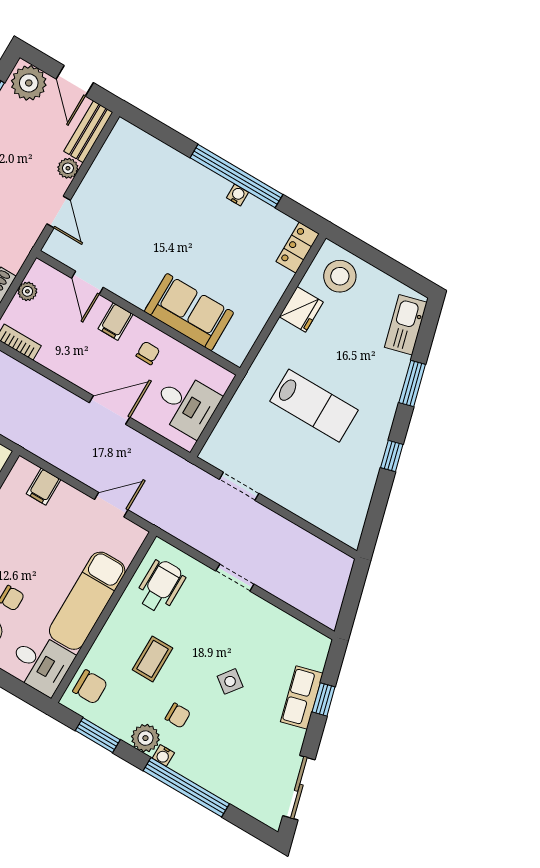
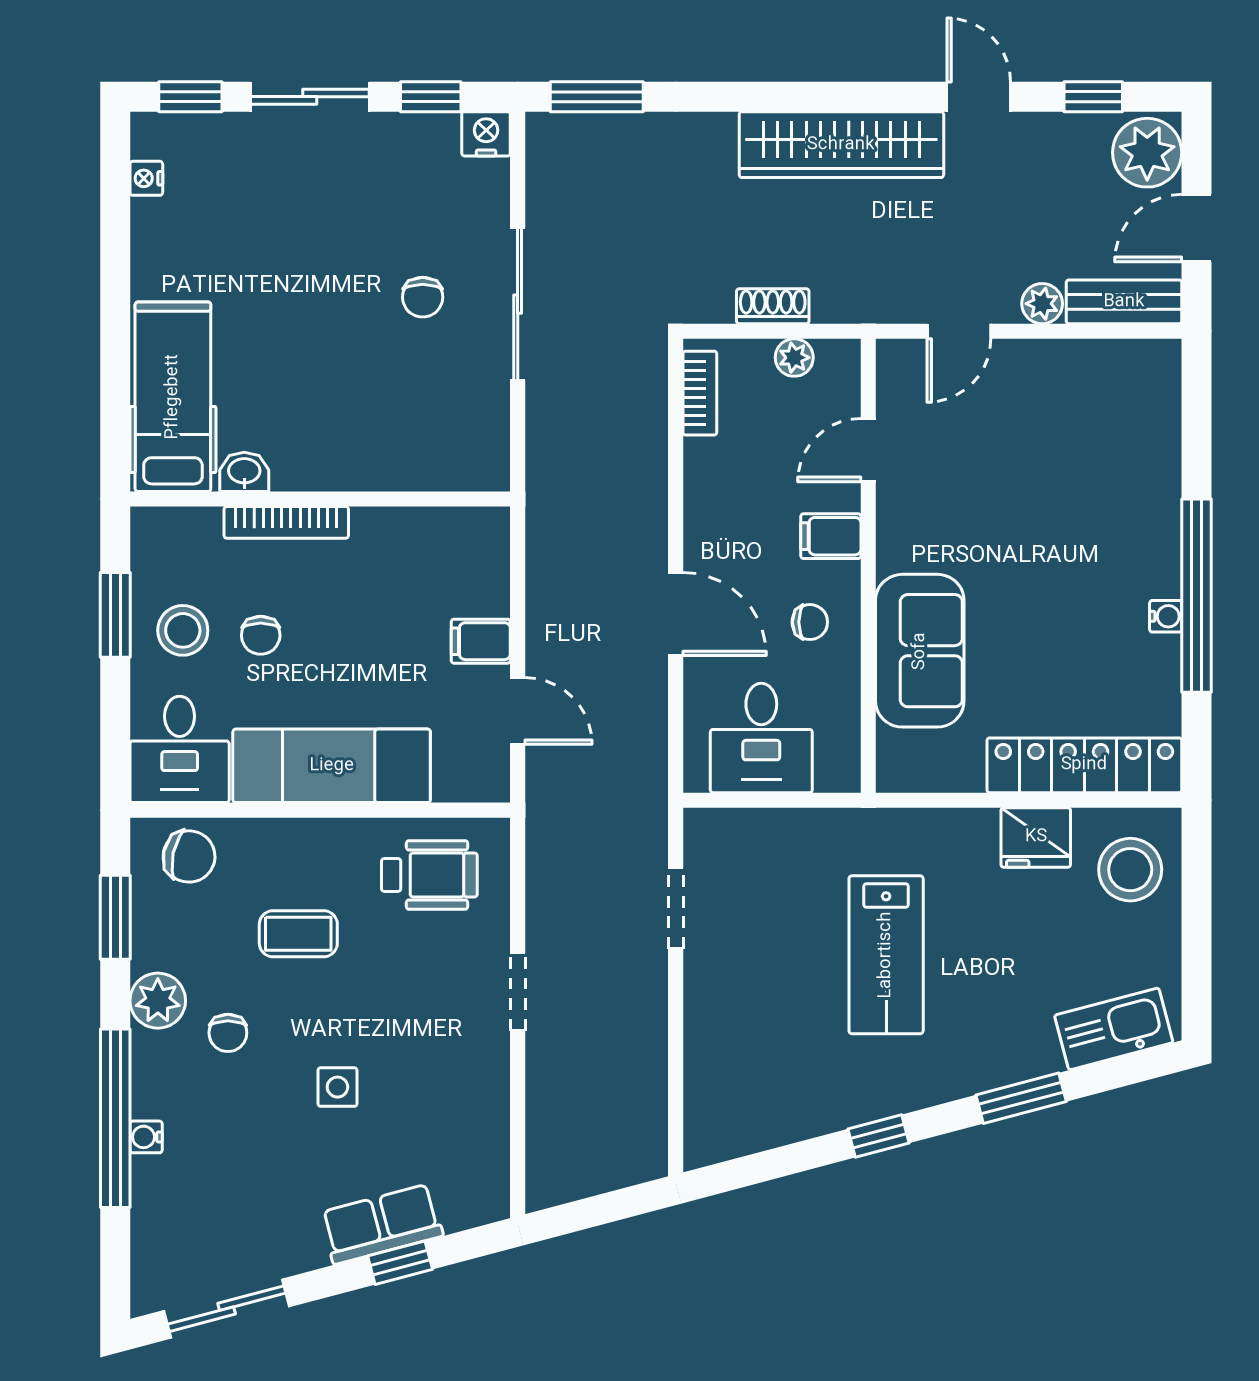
locker: (298, 248) -> (1084, 765), width x2.16, depth x1.21
filing cabinet: (44, 487) -> (481, 641), moved
side table: (230, 681) -> (337, 1087), turned -37
chair: (90, 687) -> (189, 856), turned -78
water cooler: (163, 756) -> (146, 1137), moved

